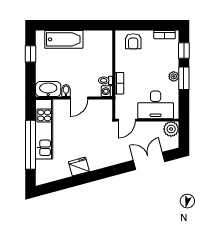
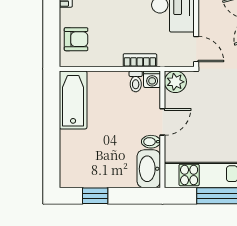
bathtub: (64, 39) -> (73, 100), moved
door: (79, 98) -> (162, 122), hinge flipped
plant: (105, 106) -> (175, 82), added

